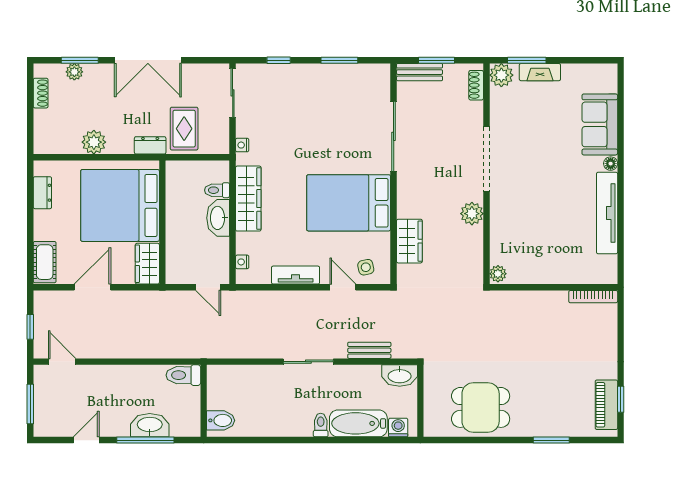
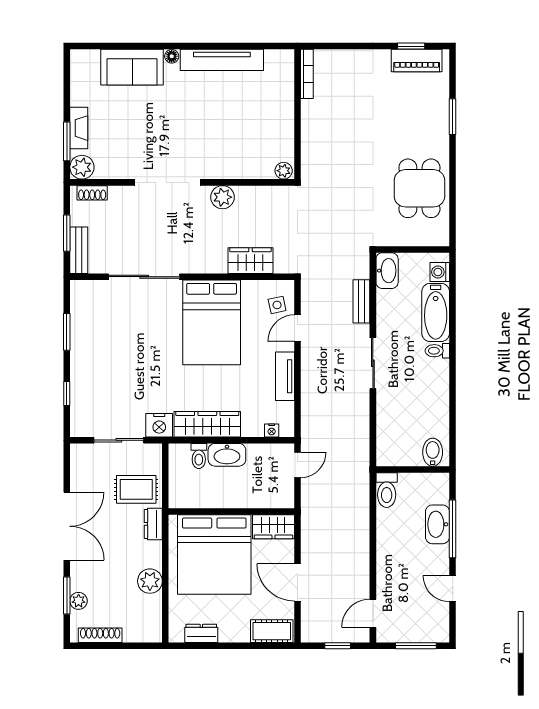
shoe rack: (41, 93) -> (100, 635), width x1.43
sliding door: (233, 93) -> (119, 440), moved
nightstand: (242, 145) -> (159, 425), width x1.89, depth x1.79

